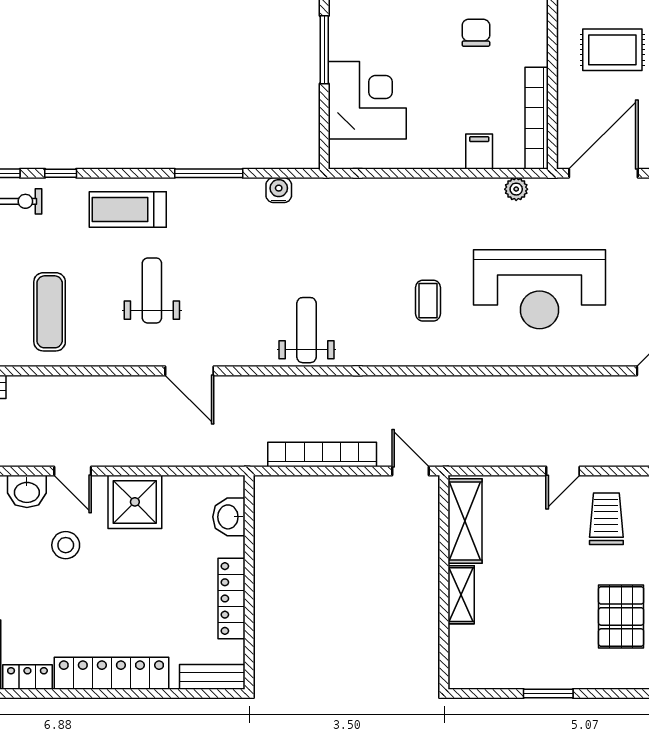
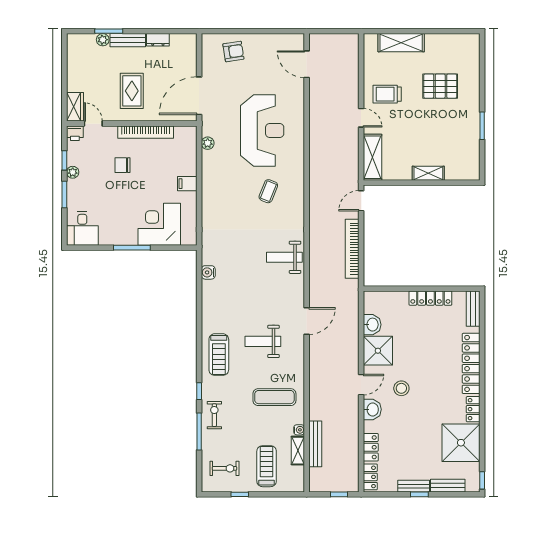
bookcase: (537, 118) -> (146, 132), moved
filing cabinet: (479, 152) -> (187, 184), moved
window: (209, 173) -> (199, 311), removed
door: (603, 173) -> (199, 96), hinge flipped
coffee table: (428, 301) -> (268, 191), turned -68
washbasin: (229, 517) -> (372, 325), moved, turned -90
shelving: (465, 521) -> (373, 157), moved, turned 90

